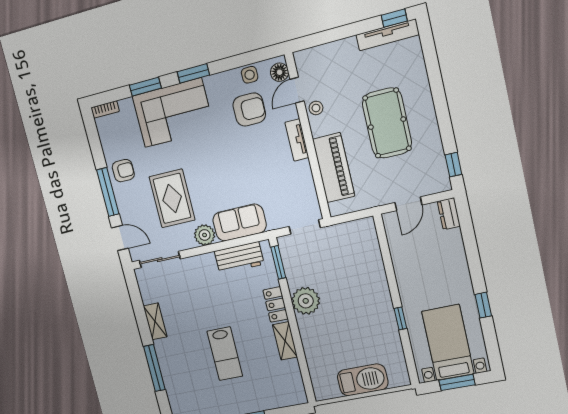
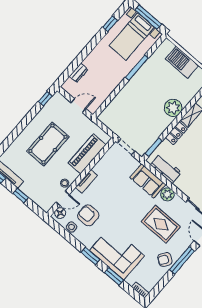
window: (343, 32) -> (21, 195), added
armchair: (123, 171) -> (165, 259), turned -55
rug: (172, 198) -> (161, 224), turned 90
dresser: (449, 214) -> (79, 73), moved
plant: (306, 301) -> (173, 108), moved
window: (483, 305) -> (110, 24), moved
window: (400, 318) -> (137, 68), width x2.17
window: (457, 382) -> (148, 17), width x1.44

